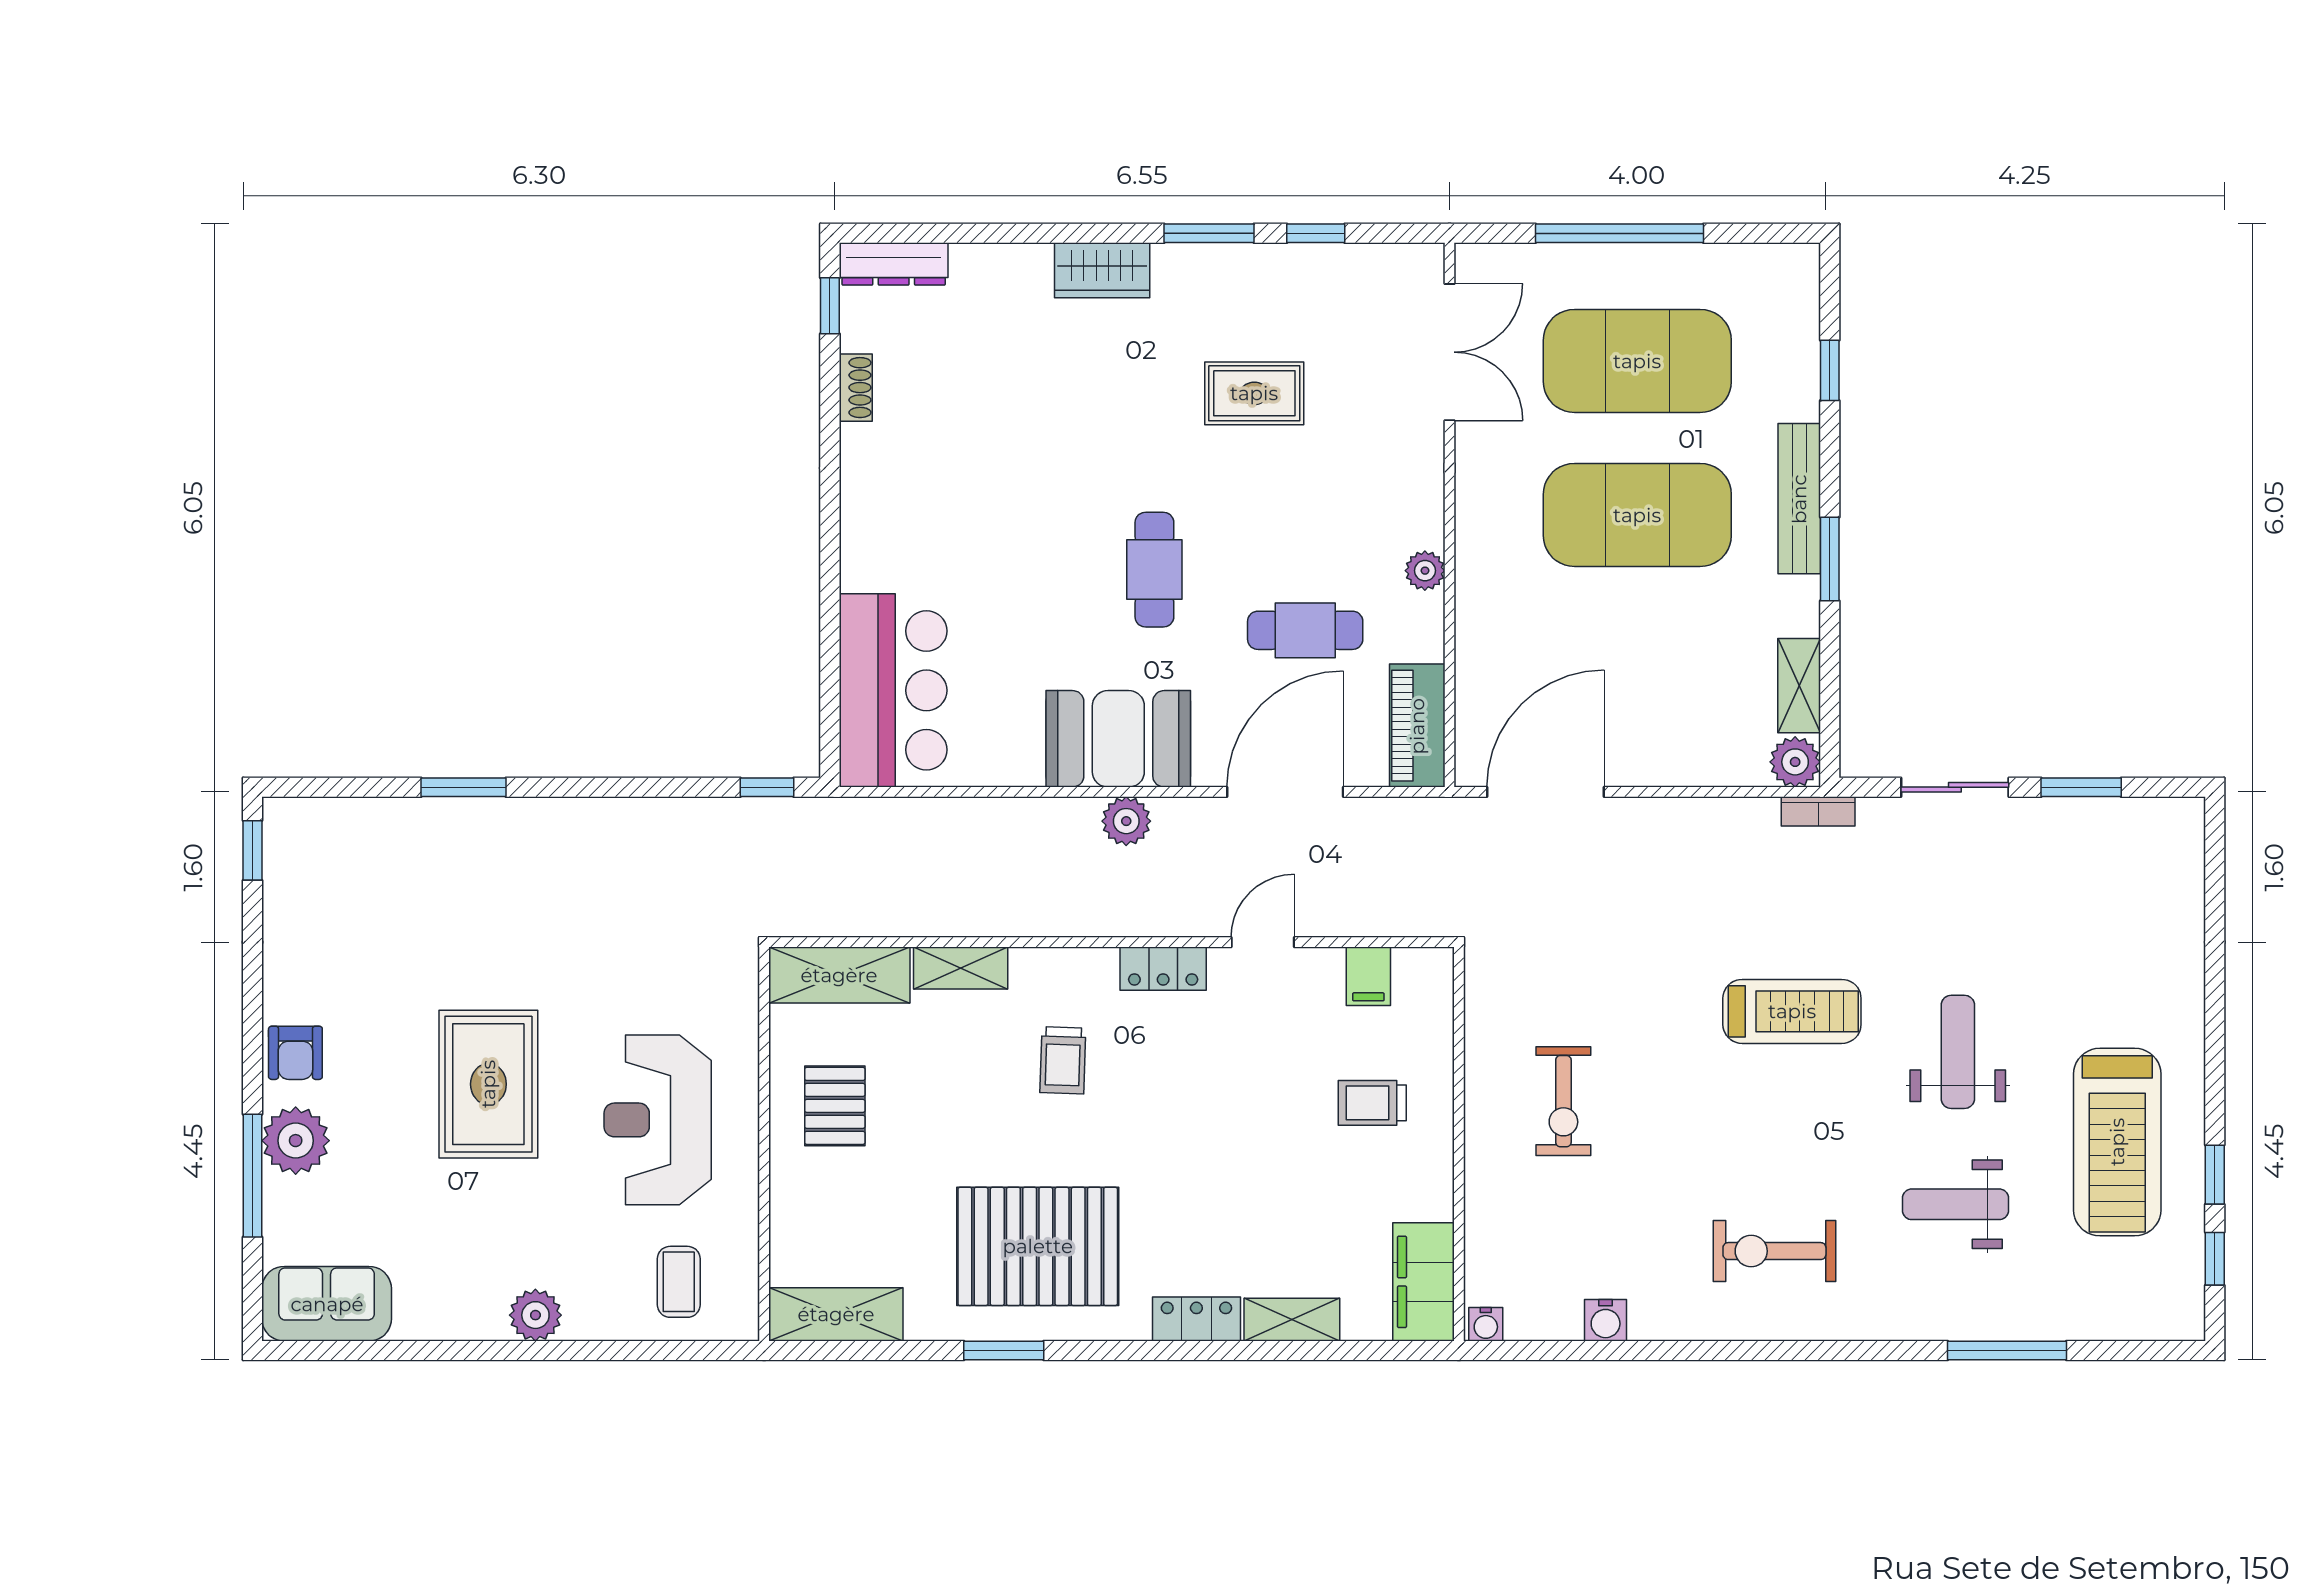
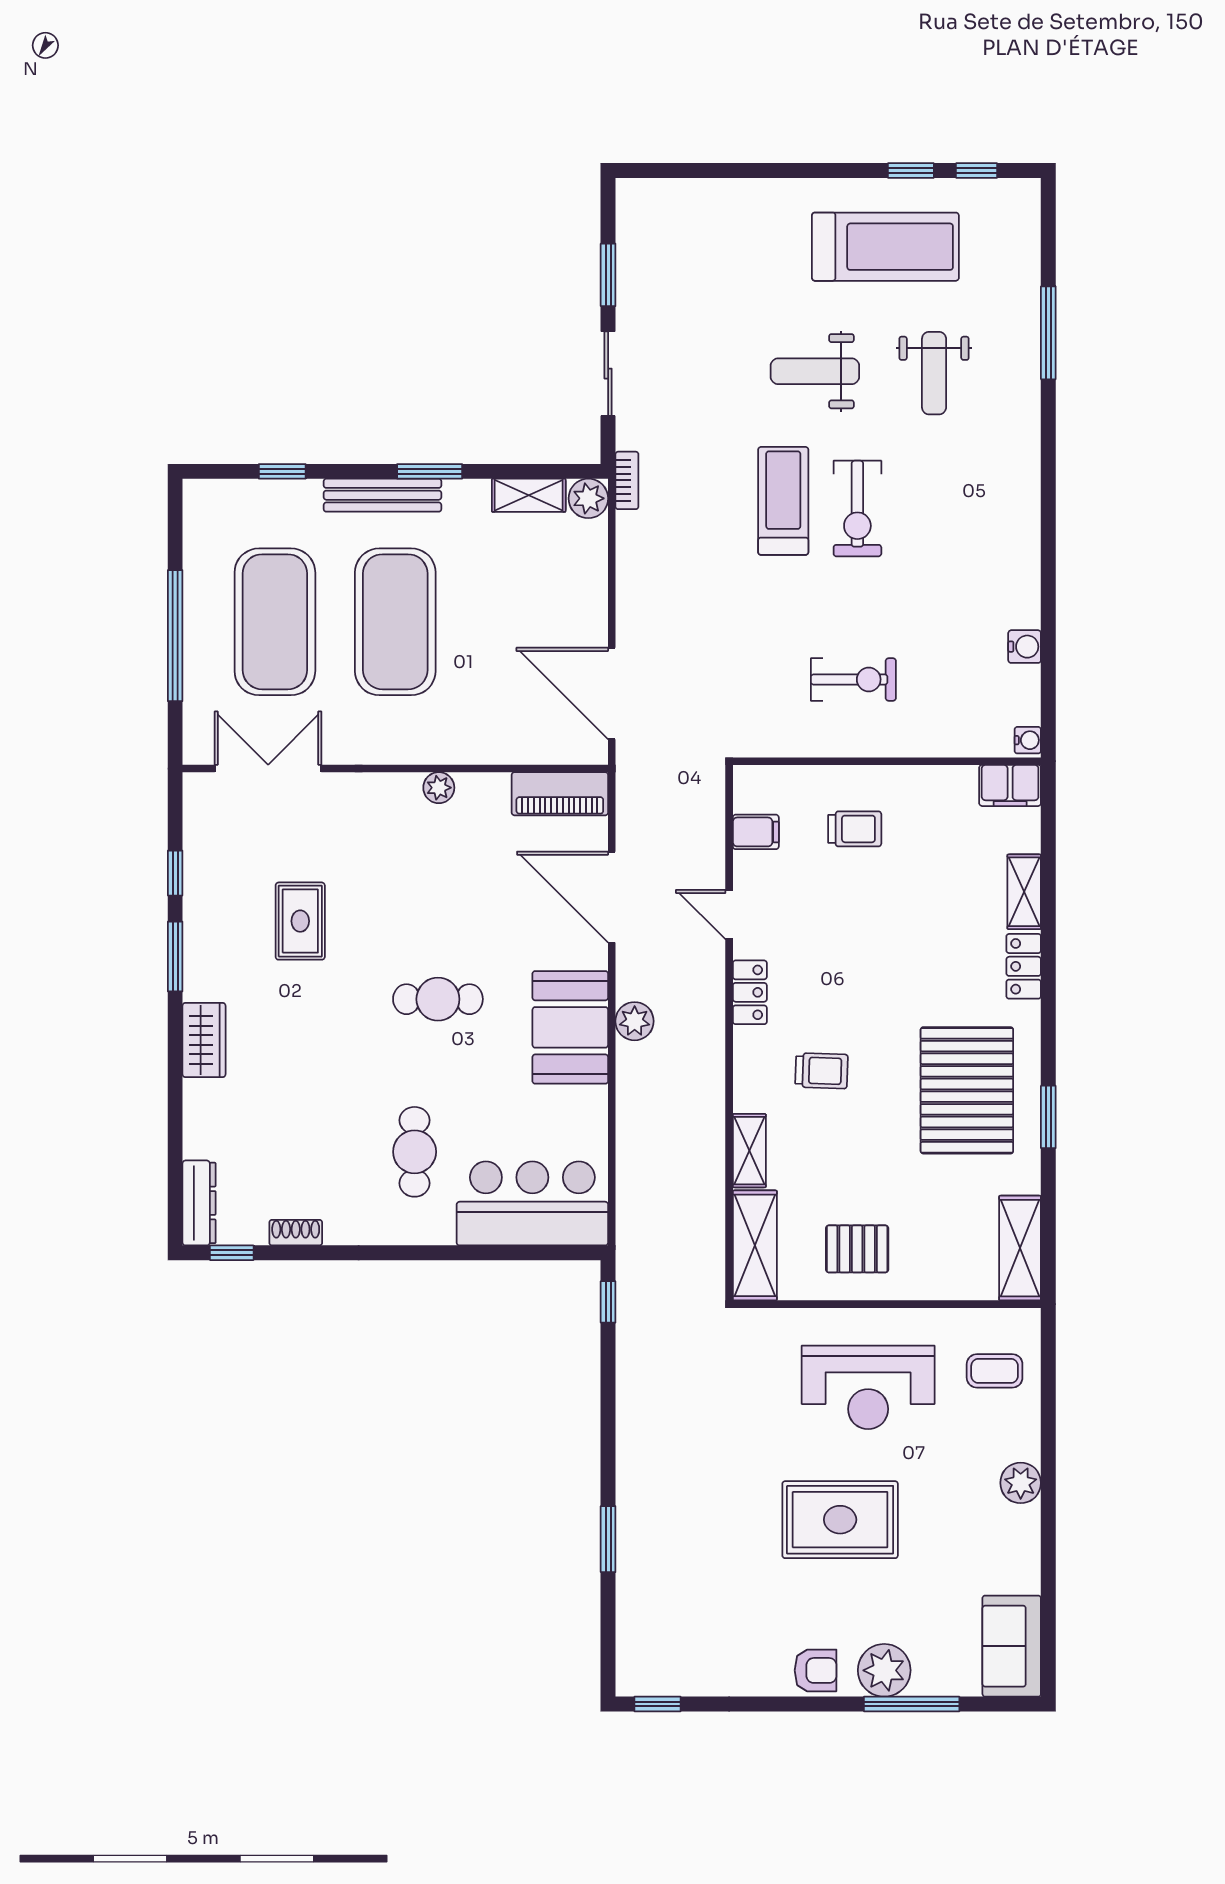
cafe table: (1305, 630) -> (415, 1152), moved
trolley: (1372, 1103) -> (855, 829), turned -90
exercise bike: (1774, 1251) -> (857, 509), moved
filing cabinet: (1423, 1282) -> (1010, 785), width x0.67, depth x0.86

